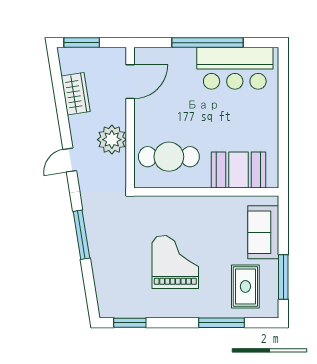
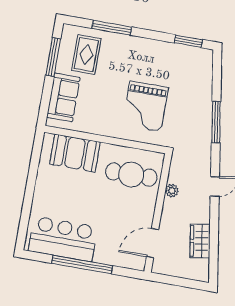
window: (82, 43) -> (187, 283), removed
plant: (112, 140) -> (172, 191), width x0.53, depth x0.53
grand piano: (175, 262) -> (145, 106), moved

